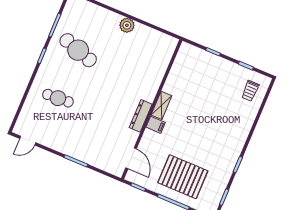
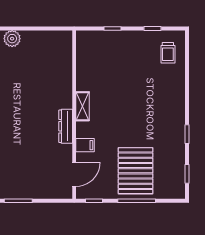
filing cabinet: (156, 125) -> (85, 145), moved
door: (131, 158) -> (74, 174), hinge flipped
pallet: (183, 177) -> (136, 171), turned 90

